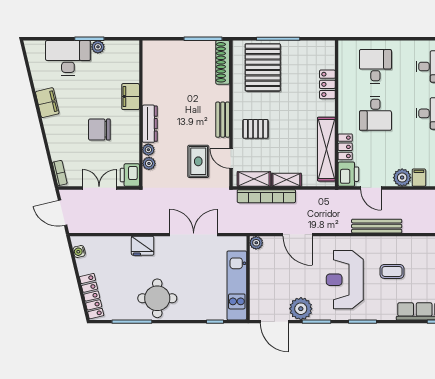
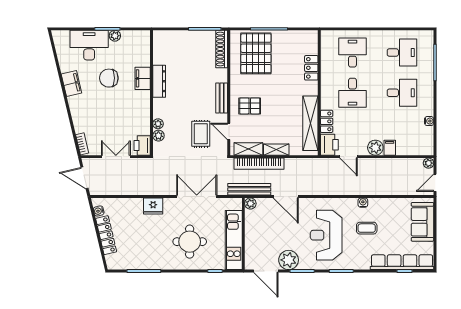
dresser: (150, 124) -> (159, 81), moved
chair: (99, 130) -> (109, 78), moved
bench: (377, 226) -> (249, 189), moved
water cooler: (388, 242) -> (363, 203), added
locker: (92, 296) -> (106, 235), moved
round table: (157, 298) -> (190, 242), moved

